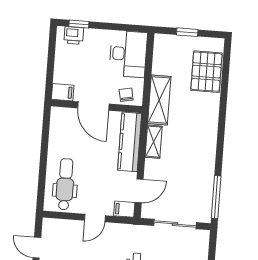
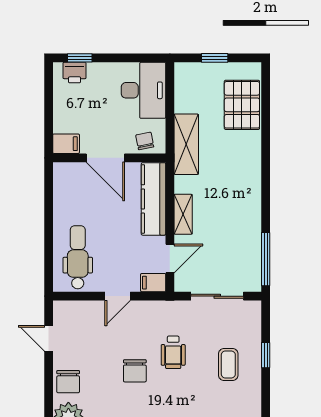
shelving: (154, 142) -> (183, 214), moved

